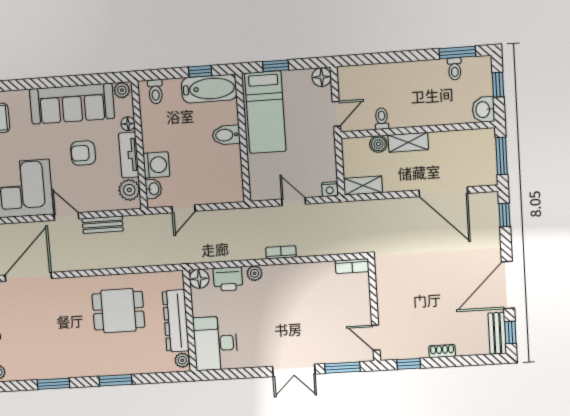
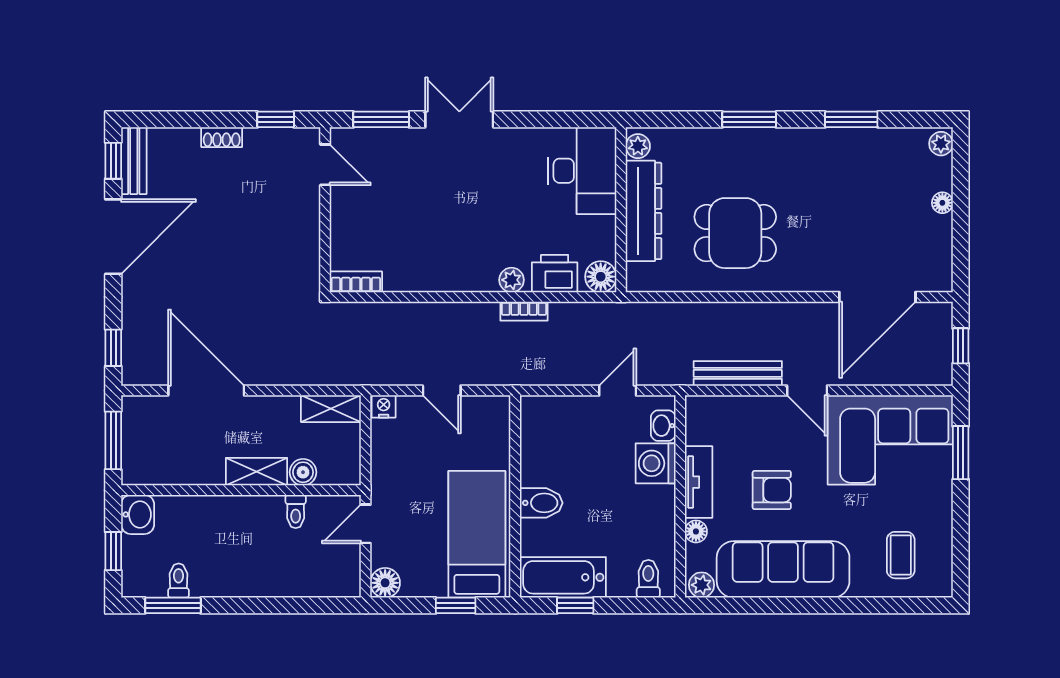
plant: (129, 190) -> (702, 426), removed
bench: (103, 225) -> (738, 373), width x1.36
bookcase: (281, 252) -> (524, 311), moved

